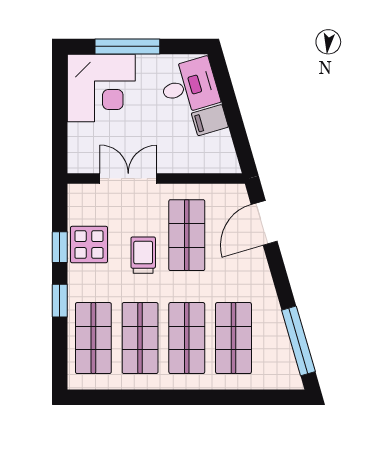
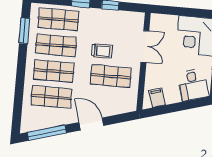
filing cabinet: (210, 120) -> (157, 98), moved
door: (264, 223) -> (91, 124), moved
display table: (89, 245) -> (110, 22), removed
window: (119, 397) -> (24, 31), added

